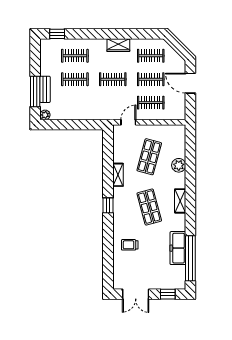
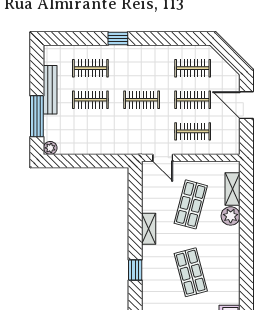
window: (57, 34) -> (118, 39), moved
wardrobe: (118, 45) -> (149, 54), removed
bench: (45, 89) -> (50, 90), moved, width x1.36
door: (128, 122) -> (163, 158), swing flipped
shelving: (180, 201) -> (233, 189), moved

